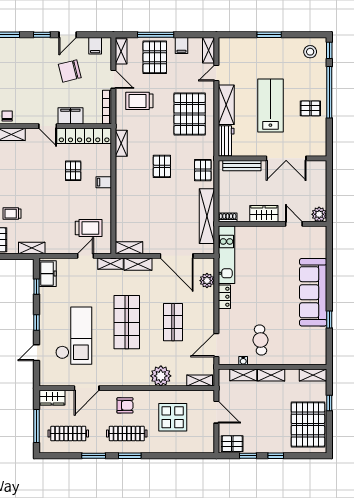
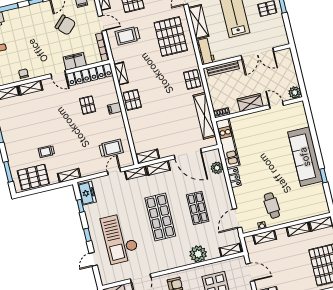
chair: (70, 71) -> (65, 25), turned -121
pallet: (162, 166) -> (132, 100), moved
checkout: (74, 336) -> (120, 238), turned 180
shelving: (271, 375) -> (298, 229), moved

